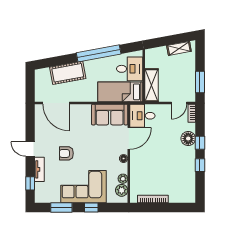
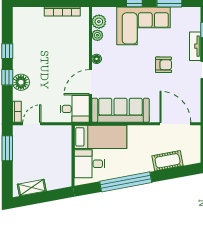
cot: (68, 73) -> (168, 161), width x0.73, depth x0.75
shelving: (152, 85) -> (64, 145), removed
sofa: (110, 115) -> (120, 110), width x1.36

